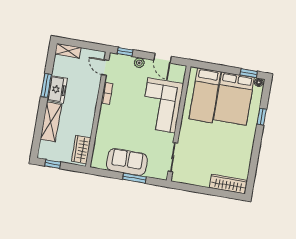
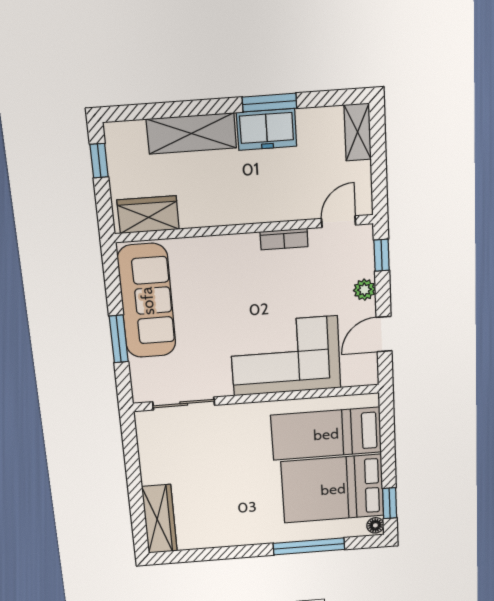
window: (262, 117) -> (309, 546), width x2.17
sofa: (127, 162) -> (147, 301), width x1.36

